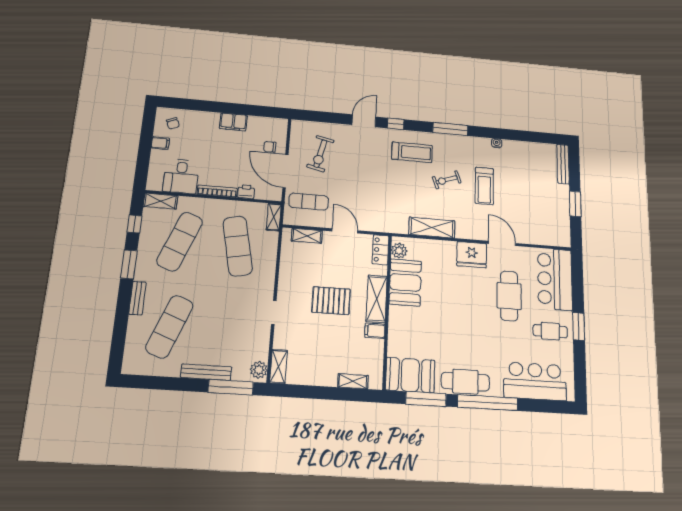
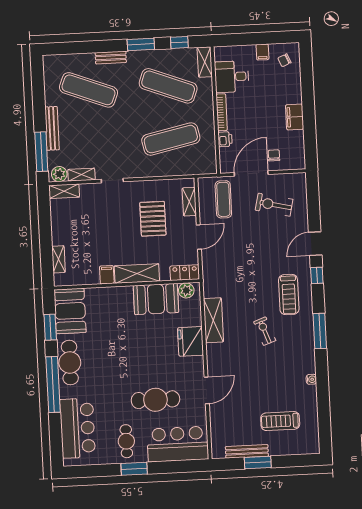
door: (364, 121) -> (315, 244), swing flipped
bench: (563, 164) -> (247, 451), moved
treadmill: (484, 186) -> (280, 421), moved
shelving: (274, 217) -> (81, 175), moved
fridge: (472, 255) -> (191, 341), moved
pallet: (331, 301) -> (153, 219), moved
window: (426, 399) -> (50, 327), width x0.69

